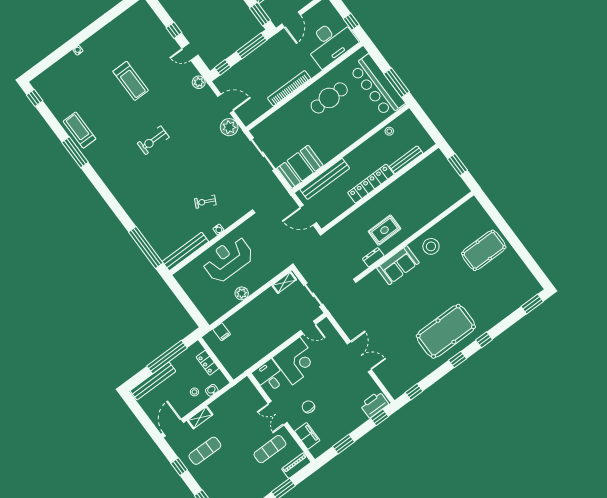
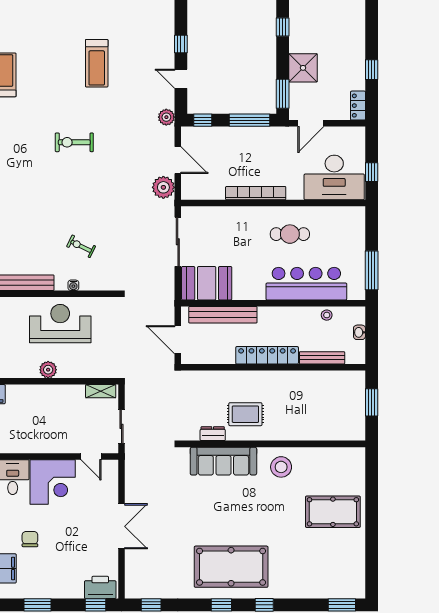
bar counter: (377, 86) -> (306, 284), moved, turned 90
cafe table: (329, 98) -> (290, 234), width x0.73, depth x0.74
washbasin: (418, 127) -> (359, 332), added
sofa: (398, 265) -> (223, 461), width x1.36

